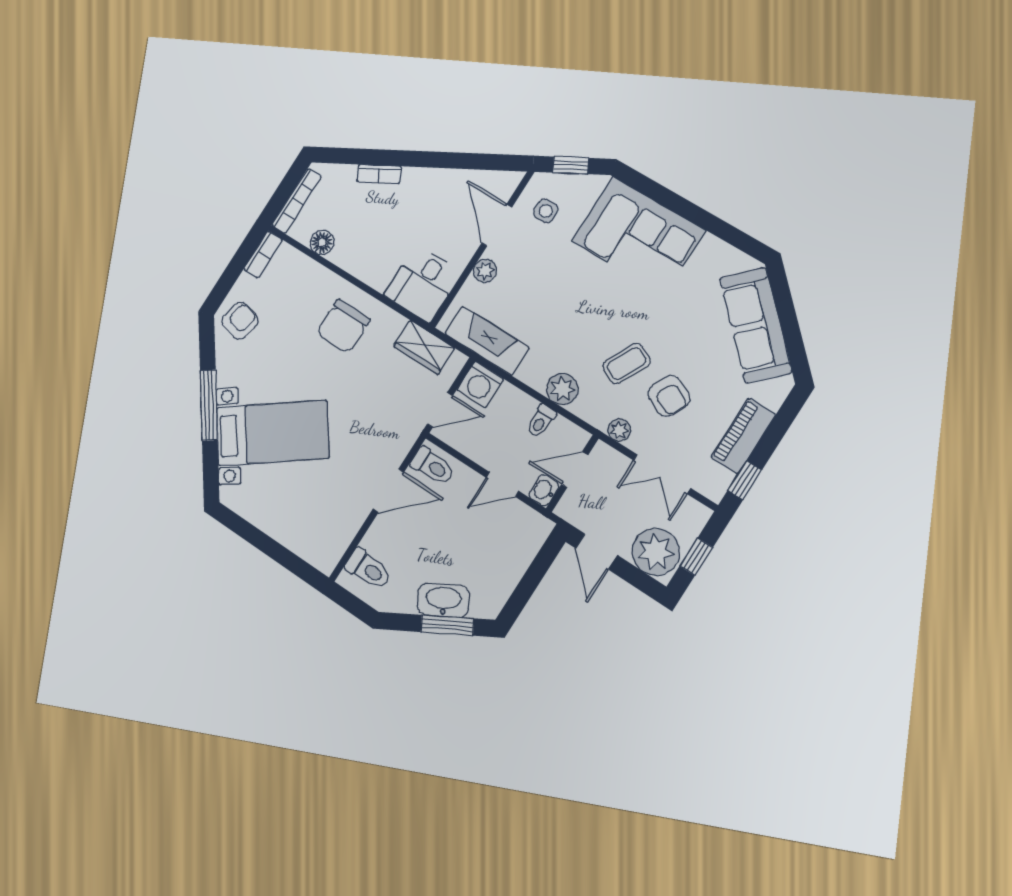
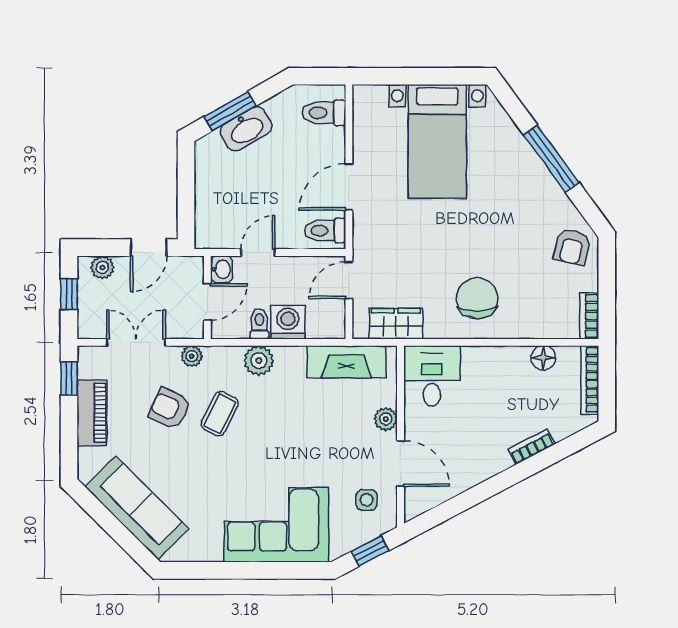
washing machine: (480, 384) -> (288, 322), moved
bed with nightstands: (272, 433) -> (437, 141), moved, turned -54
door: (597, 552) -> (149, 248), swing flipped
plant: (656, 552) -> (102, 267), width x0.53, depth x0.53

